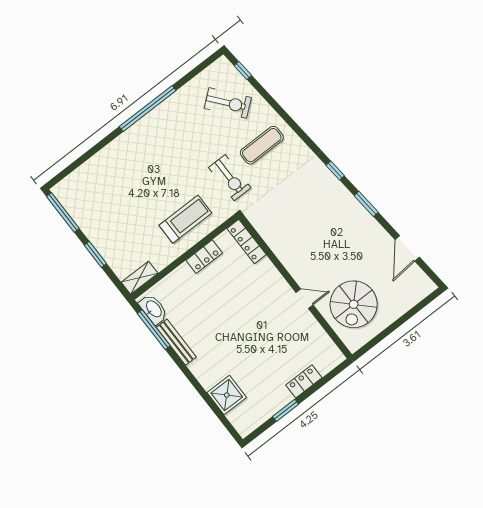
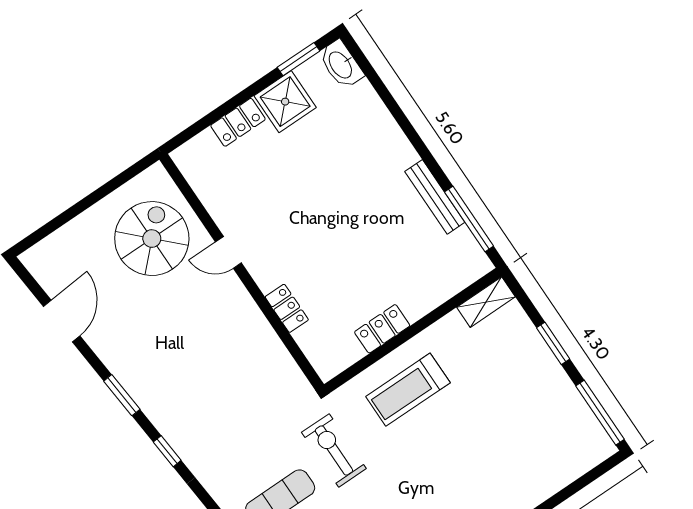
locker: (247, 241) -> (287, 308), moved, width x0.66
washbasin: (153, 309) -> (341, 64), moved
shower: (227, 395) -> (285, 102), moved
window: (286, 410) -> (298, 59), moved

